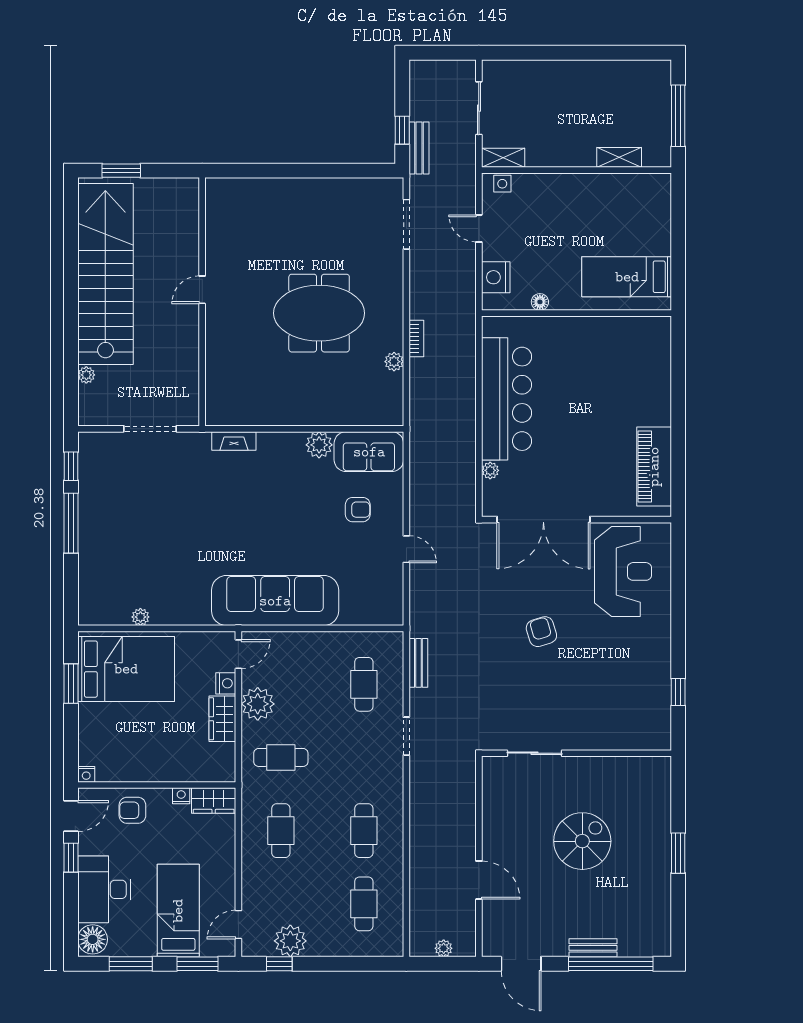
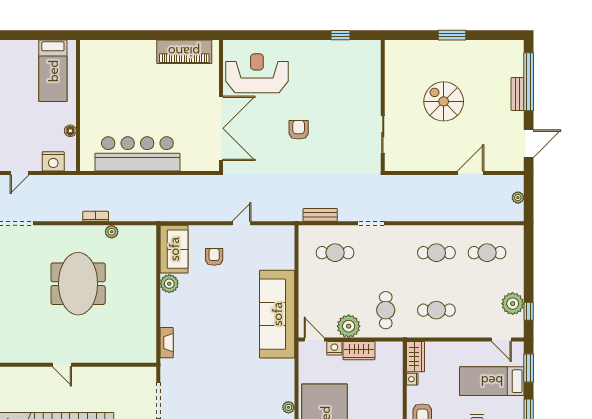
plant: (490, 470) -> (187, 165), removed
armchair: (541, 632) -> (299, 130), turned 107

